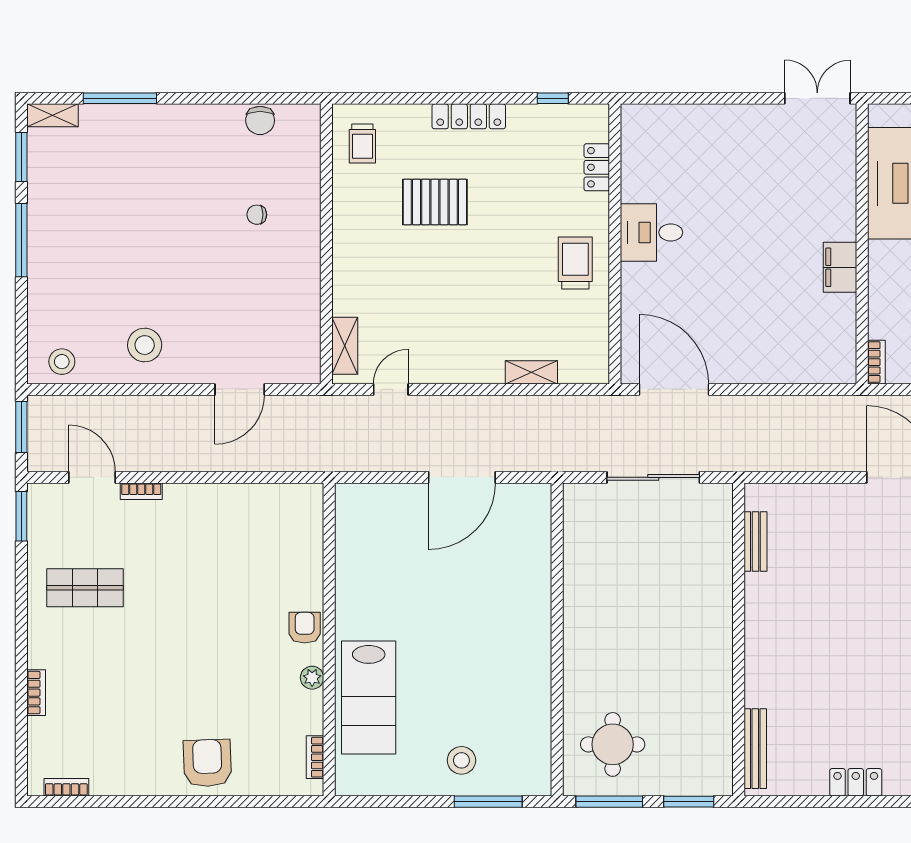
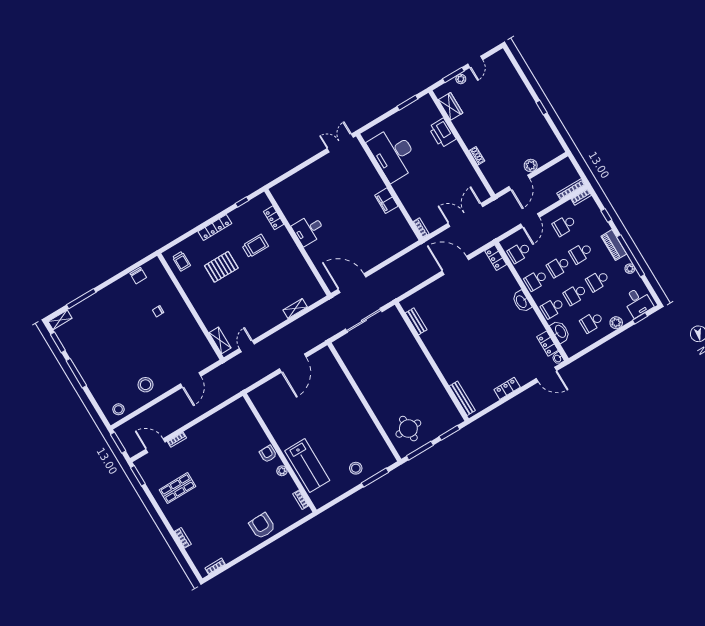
trolley: (575, 263) -> (255, 246), moved, turned 90

